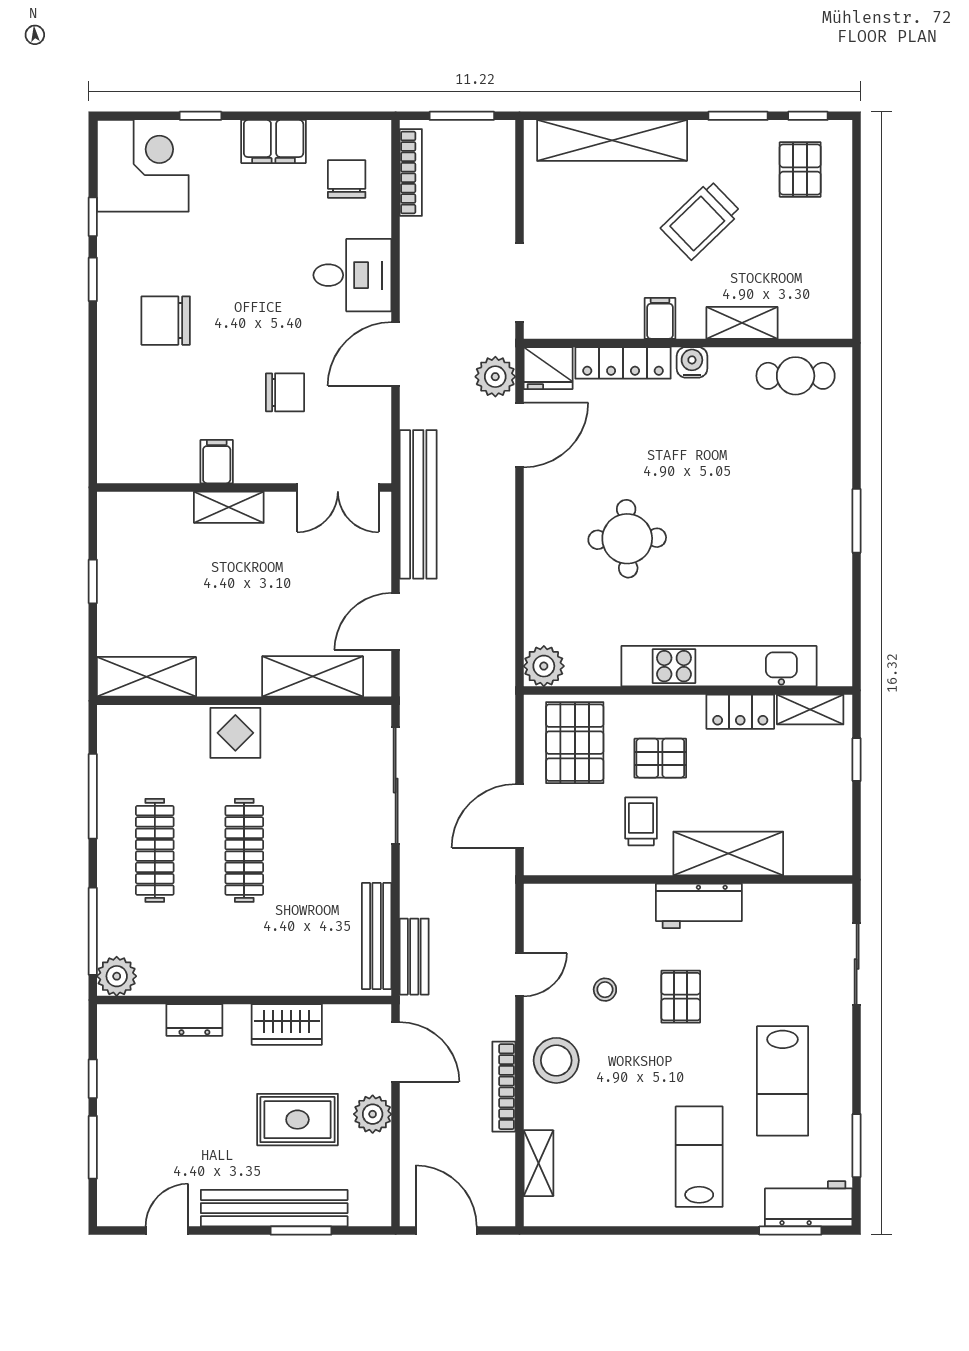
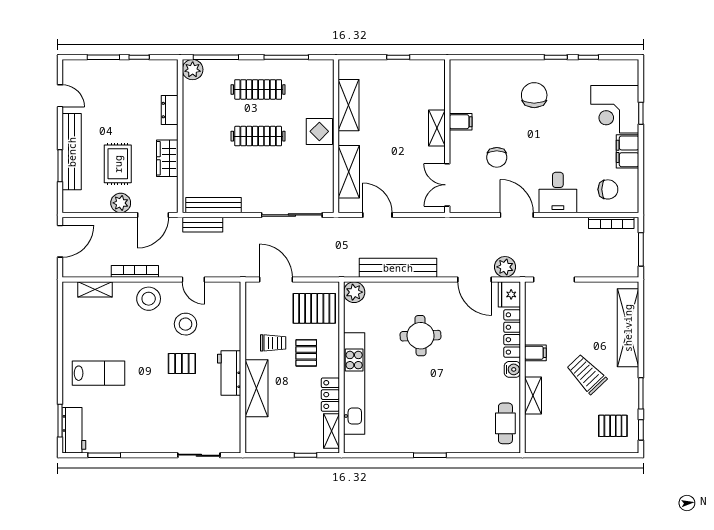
corner desk: (143, 166) -> (615, 109), moved, turned 90
bench: (418, 504) -> (398, 268), moved
shelving: (147, 677) -> (349, 105), moved
stool: (605, 990) -> (186, 324), width x1.89, depth x1.89
lab bench: (783, 1081) -> (138, 417), removed

